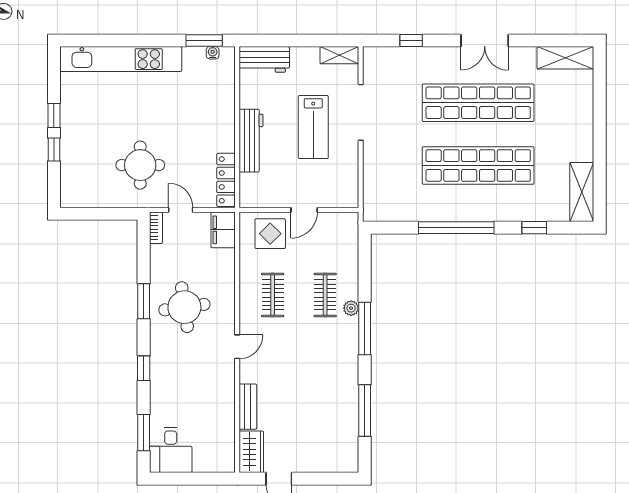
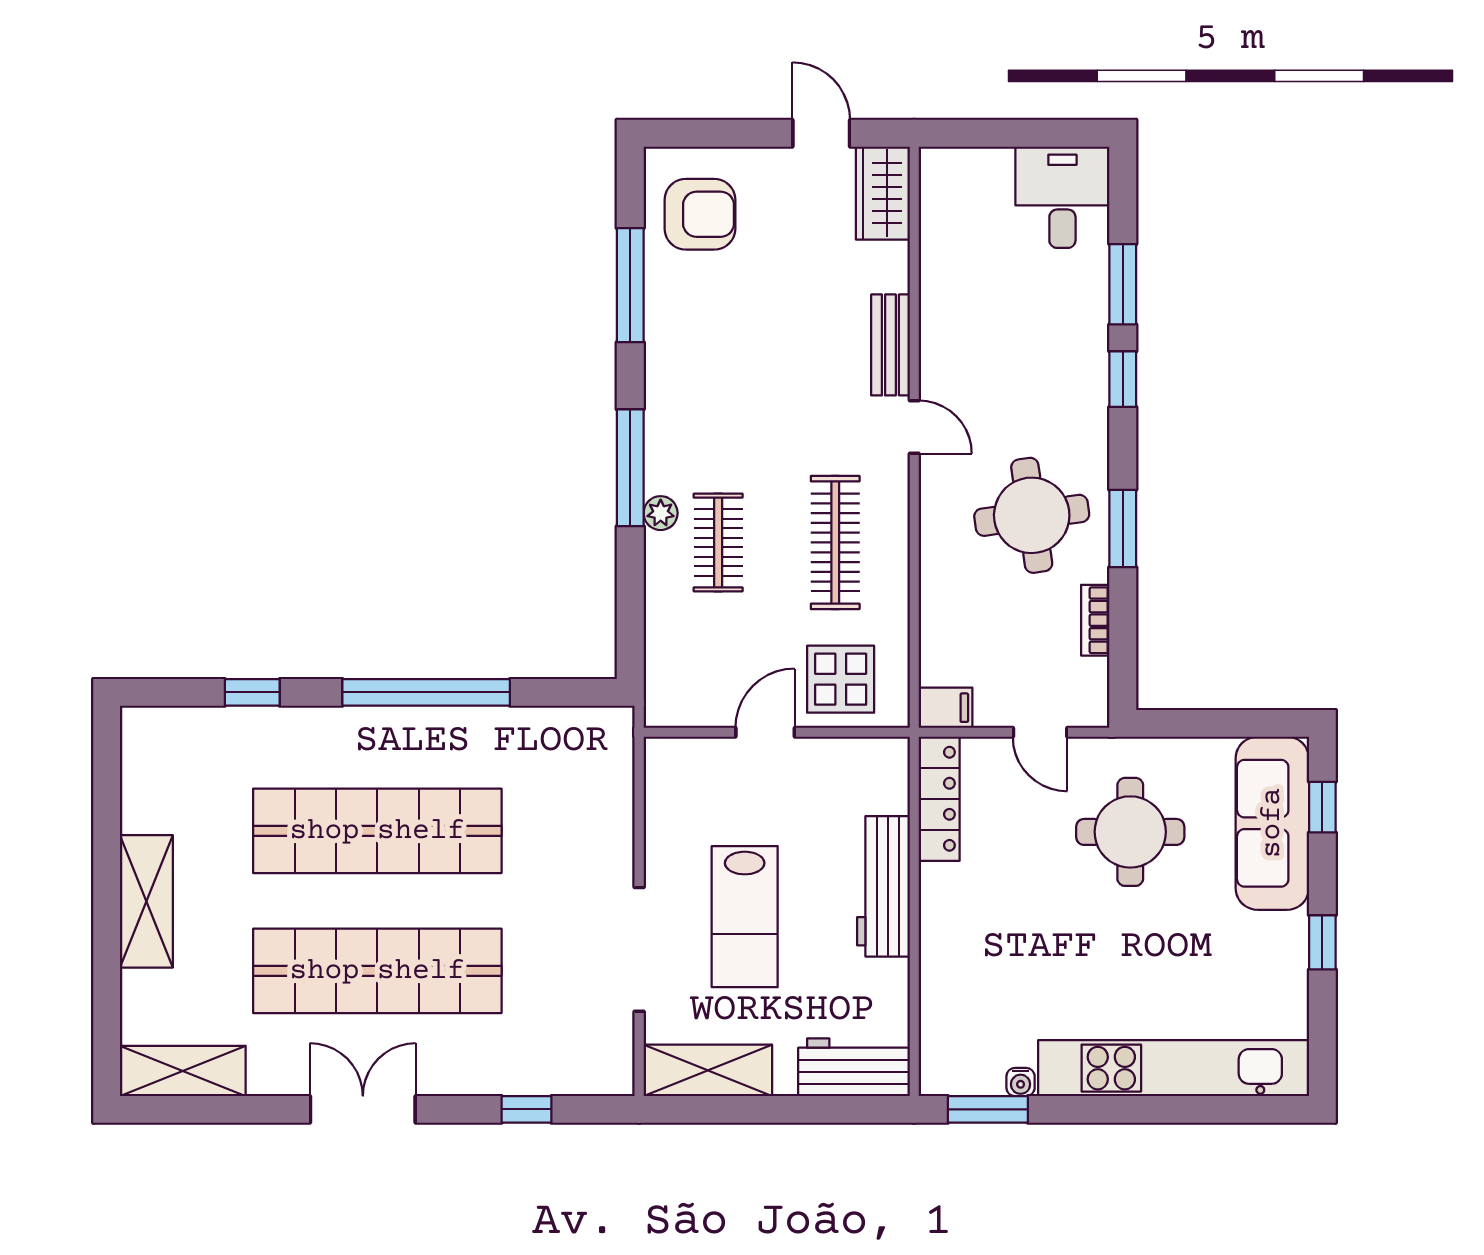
water cooler: (213, 53) -> (1021, 1082), moved
shelving: (339, 55) -> (708, 1070), width x1.50, depth x1.33
lab bench: (313, 127) -> (745, 917), turned 180
window: (54, 150) -> (1322, 807), moved
sofa: (76, 169) -> (1272, 823), added
shelving: (582, 192) -> (146, 901), moved
bookcase: (156, 228) -> (1095, 620), moved
filing cabinet: (223, 230) -> (945, 708), width x0.50
clothes rail: (273, 295) -> (835, 542), width x1.36
door: (237, 347) -> (914, 427), swing flipped
bench: (248, 407) -> (890, 345), moved
window: (144, 433) -> (1123, 284), moved
armchair: (333, 442) -> (700, 214), added

